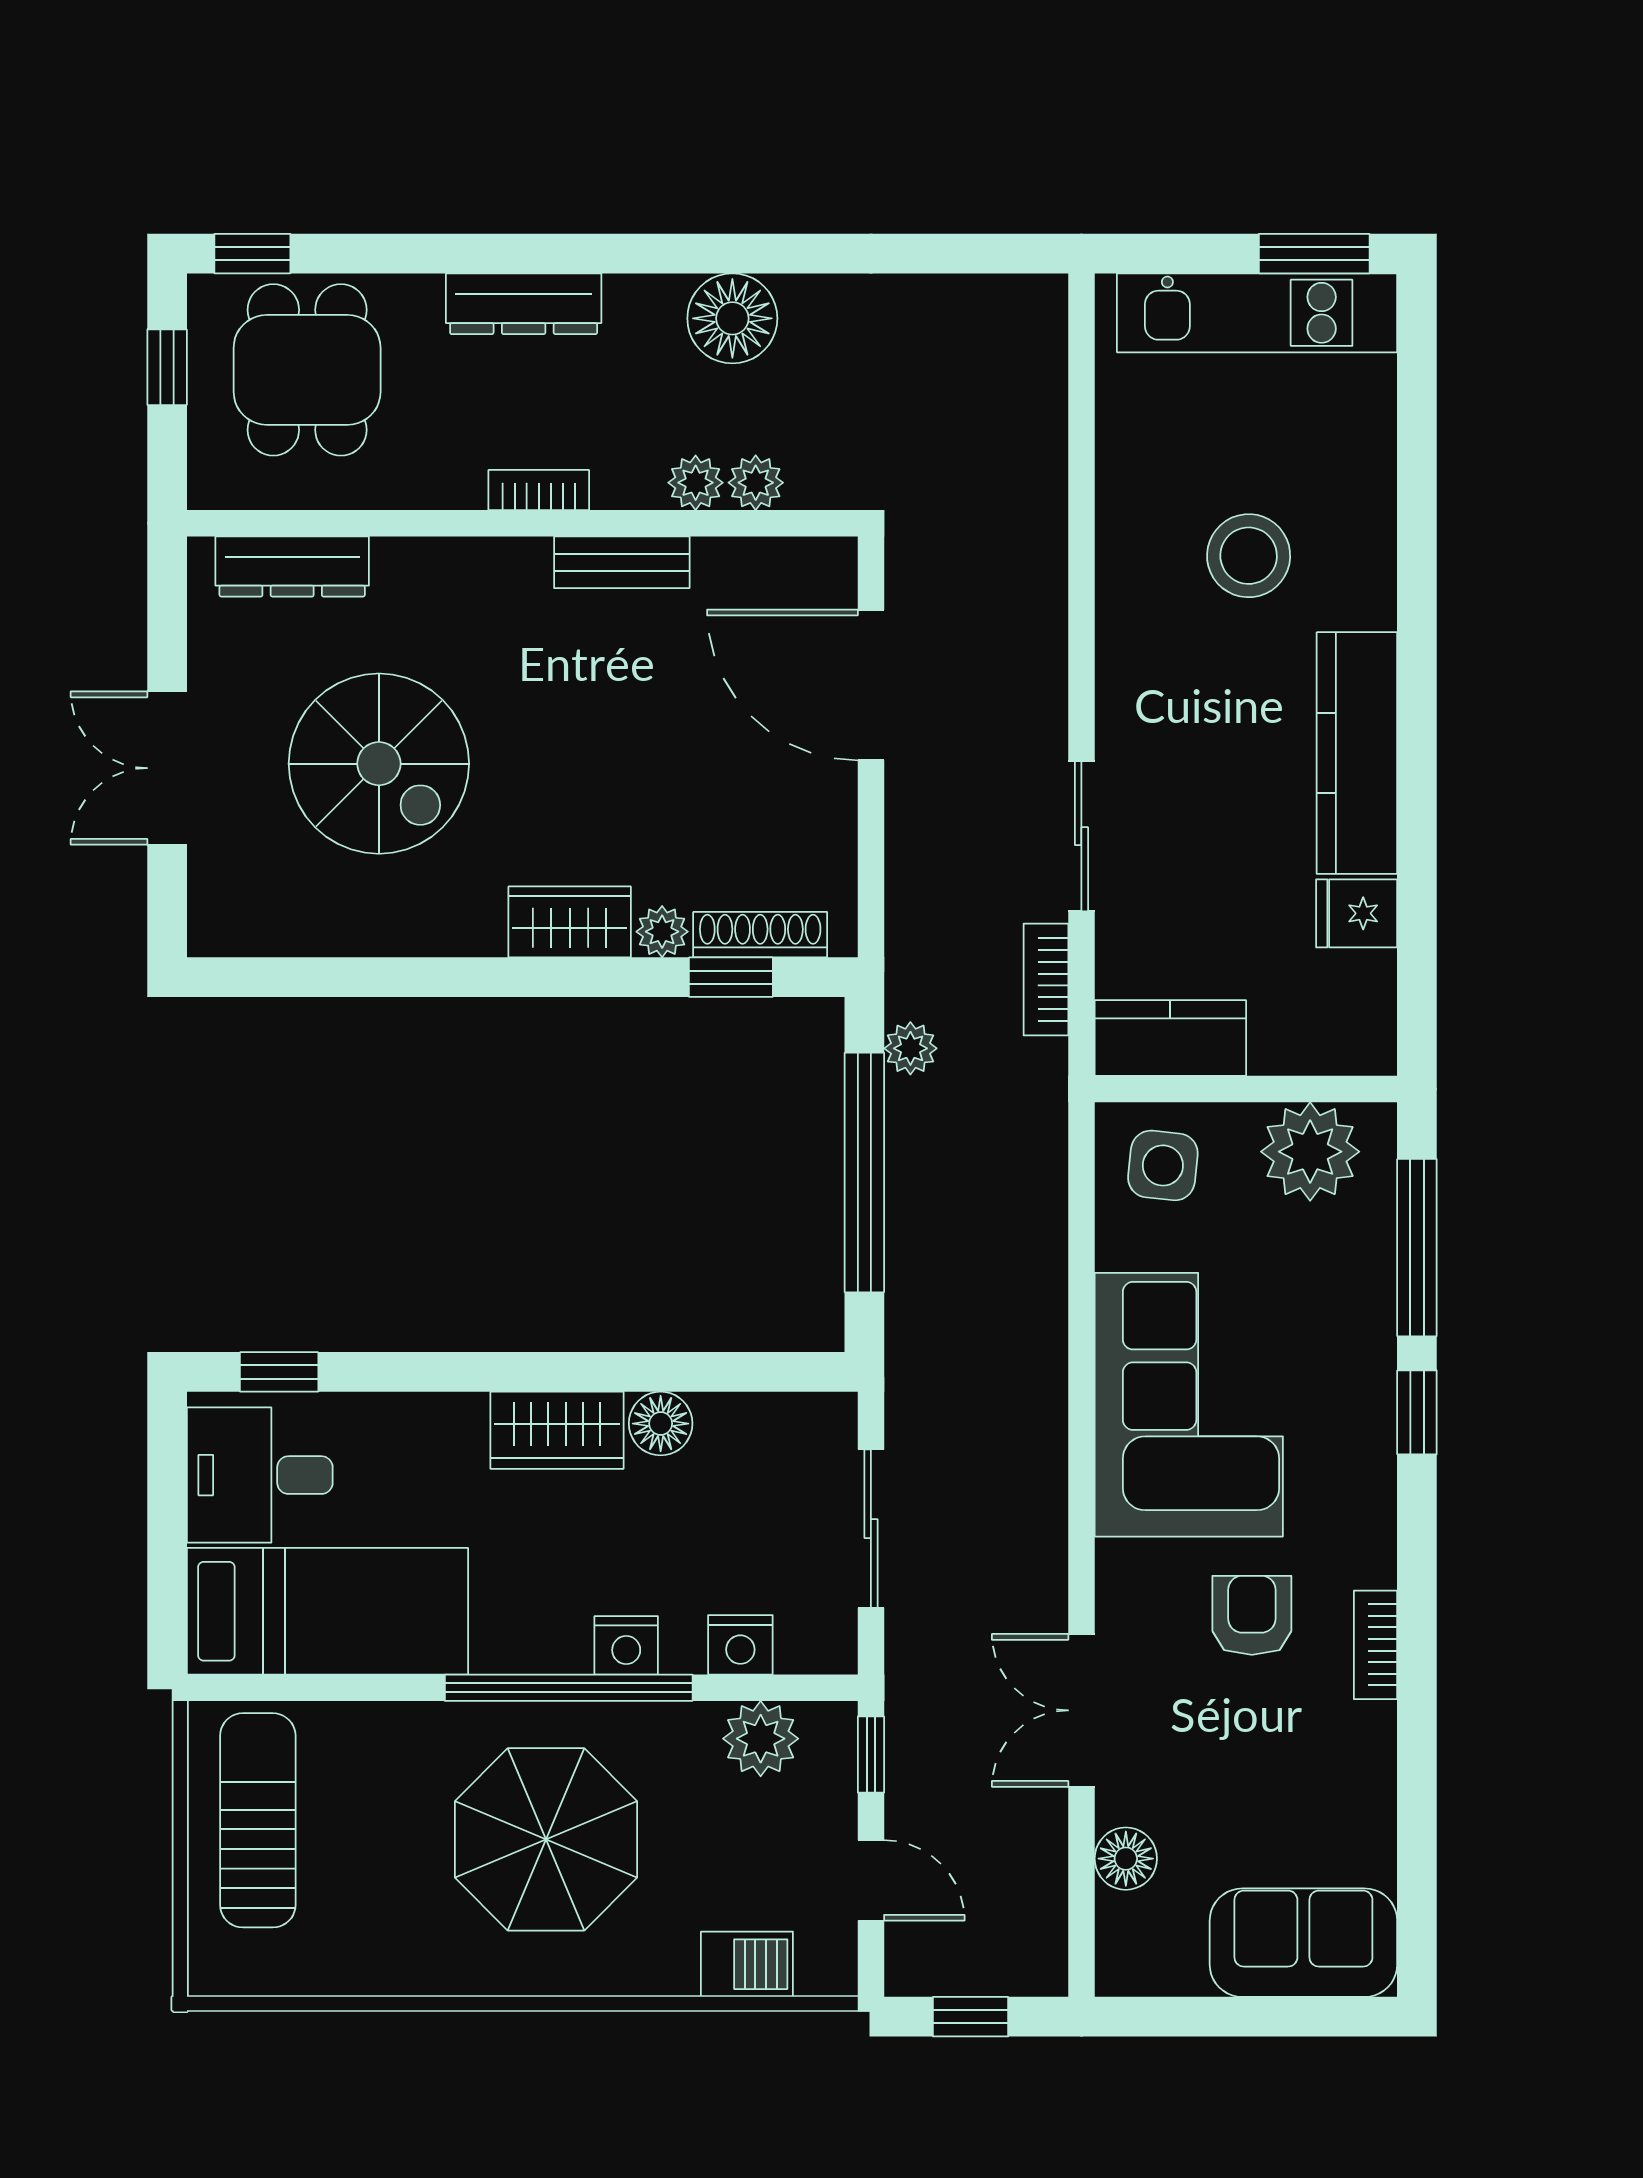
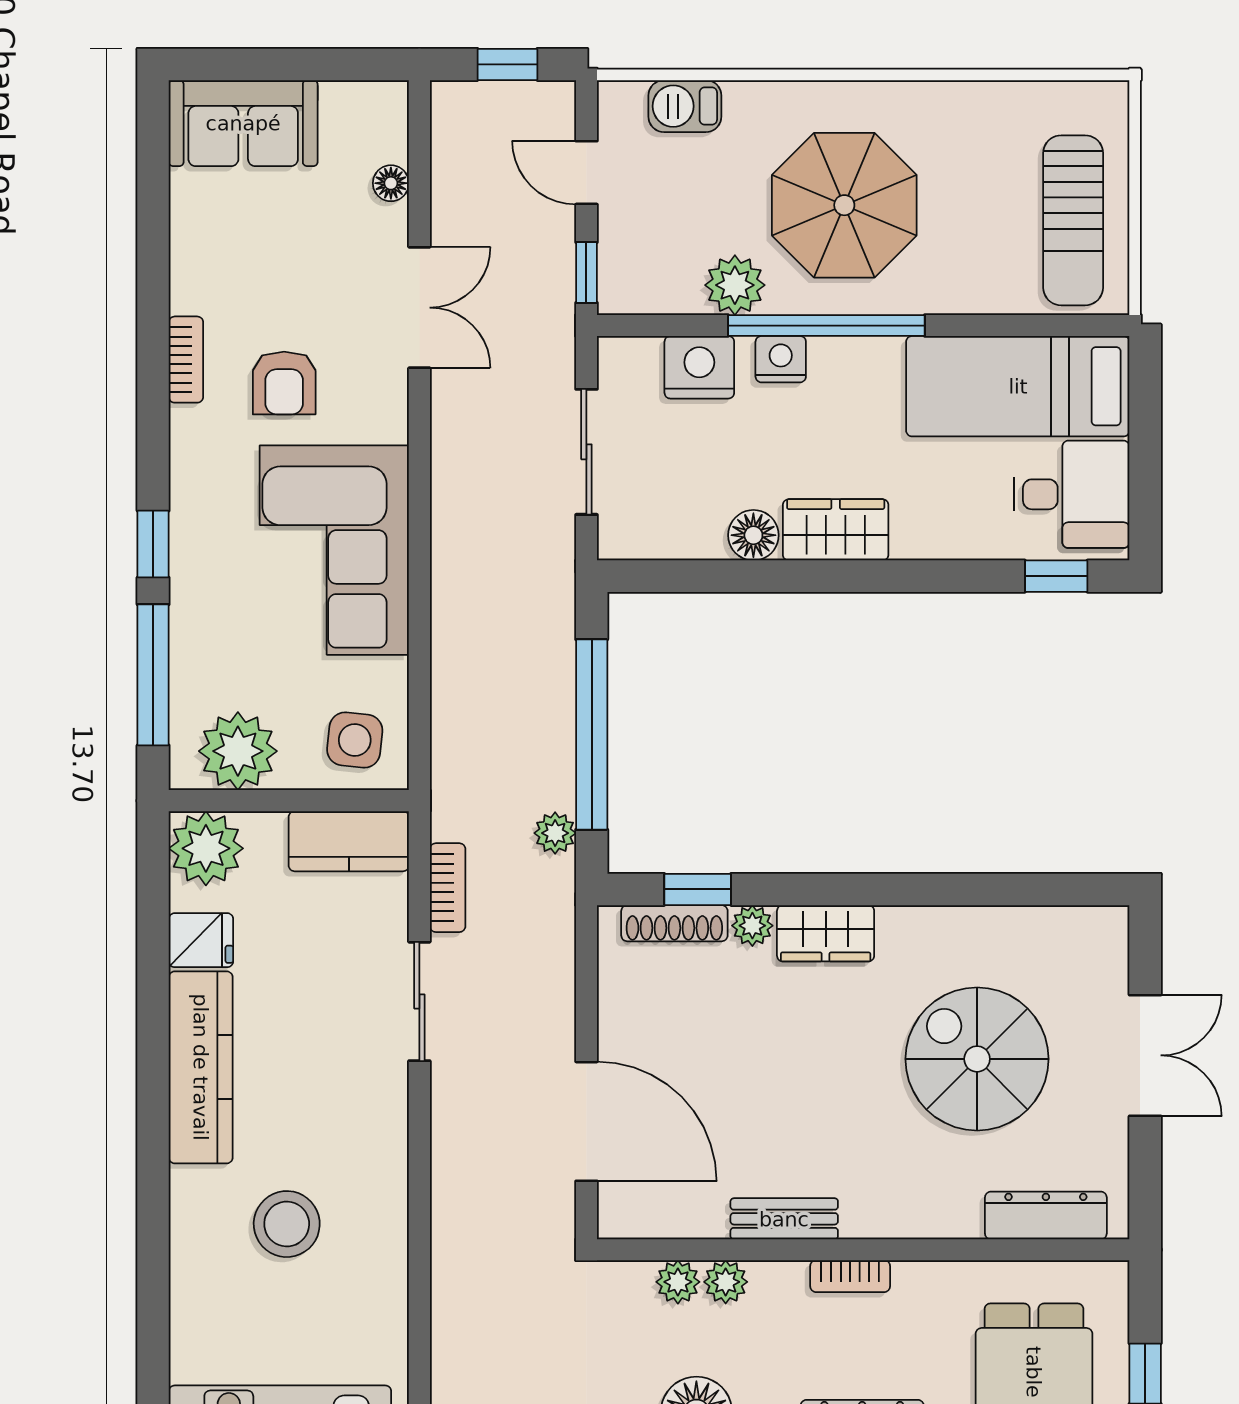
plant: (1350, 1029) -> (206, 848), added
nightstand: (740, 1645) -> (699, 367), width x1.36, depth x1.33
plant: (761, 1739) -> (735, 285), moved
floor lamp: (1126, 1859) -> (391, 183), width x0.73, depth x0.73

